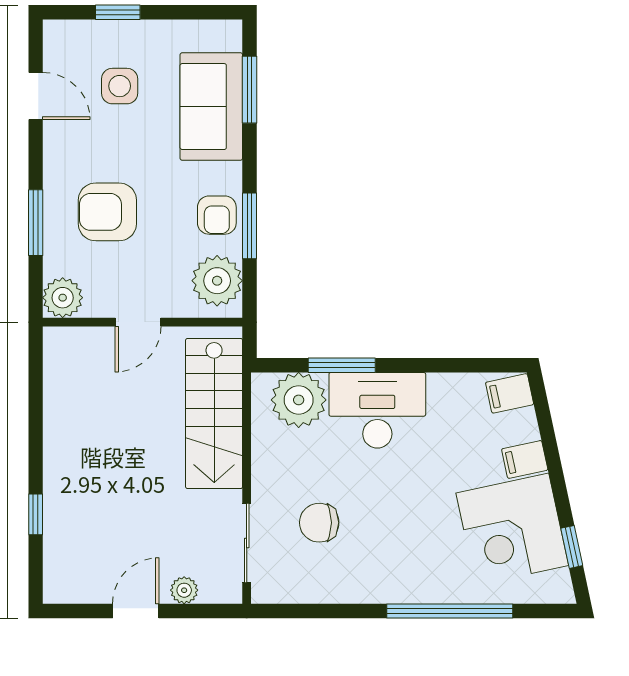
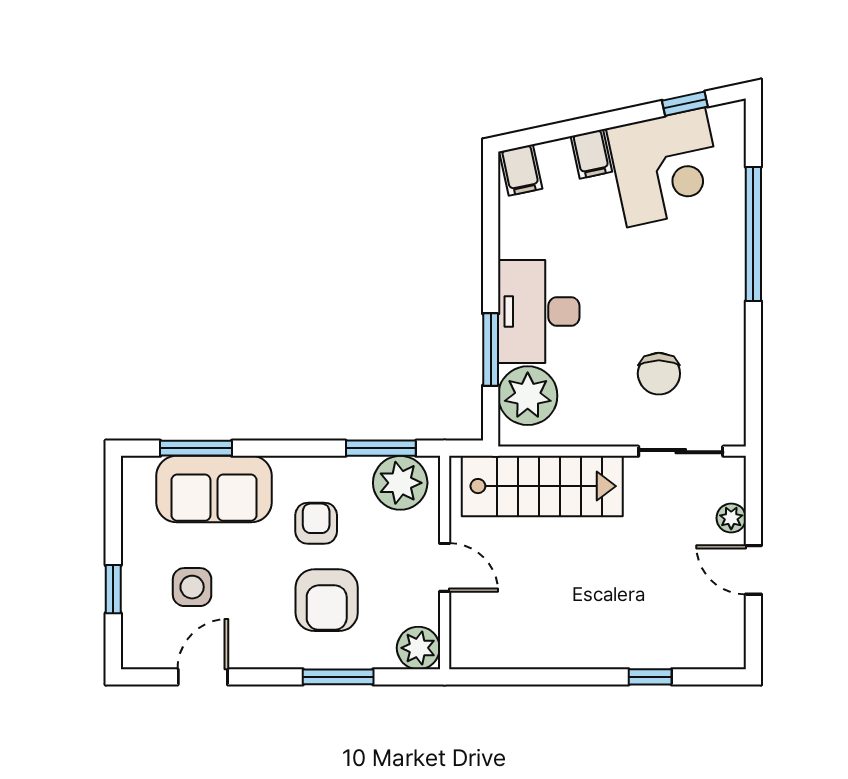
armchair: (217, 215) -> (316, 523), moved, turned -90
window: (249, 226) -> (381, 448), moved

